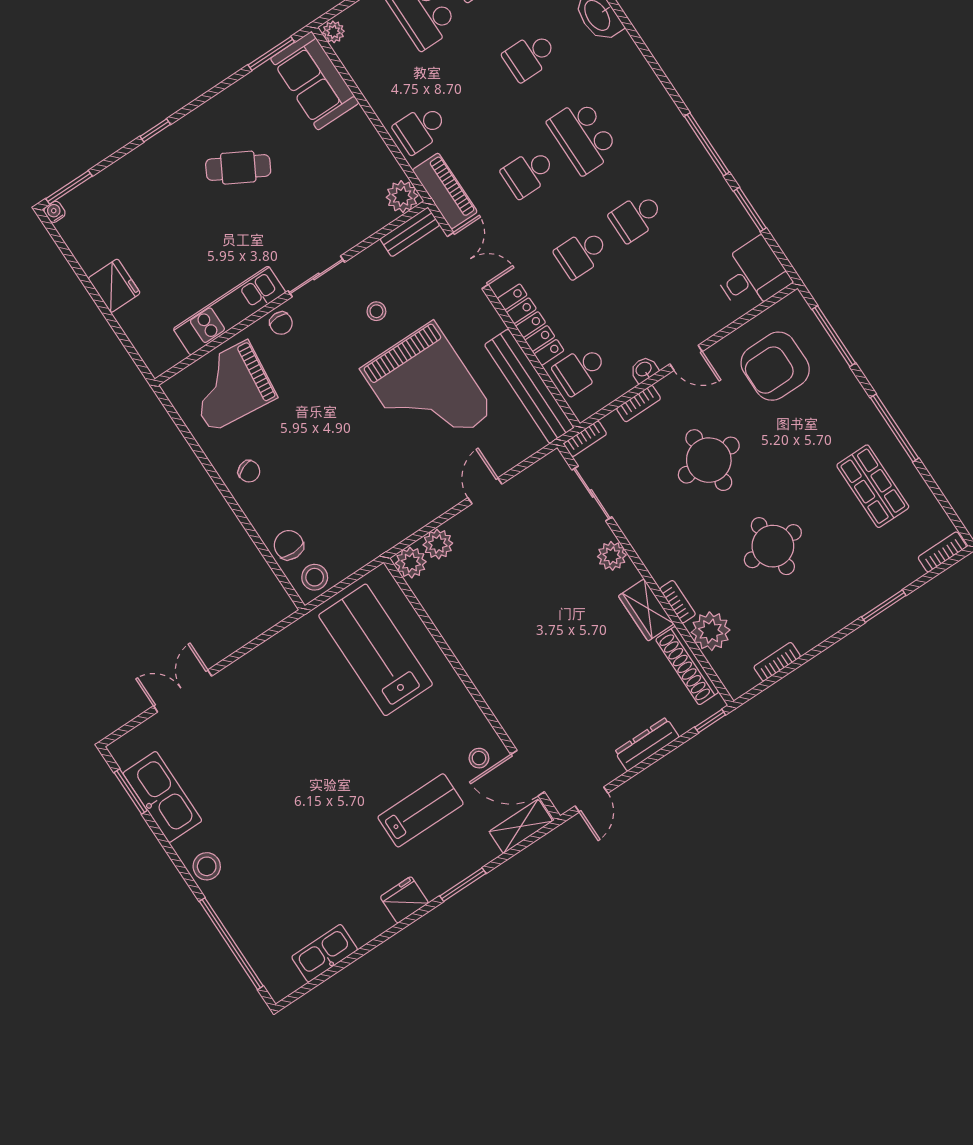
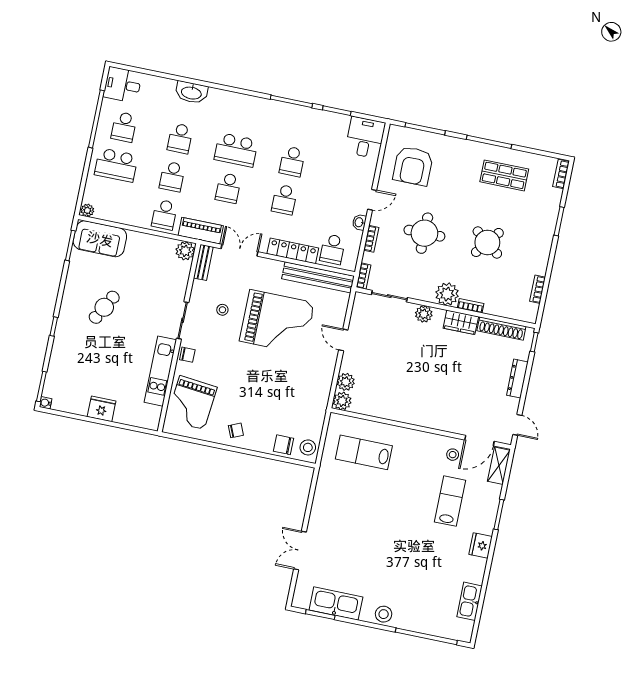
school desk: (475, 92) -> (172, 177), added
round table: (773, 546) -> (487, 242), turned 38
plant: (711, 631) -> (447, 294), moved
lab bench: (376, 650) -> (364, 452), width x0.73, depth x0.72

